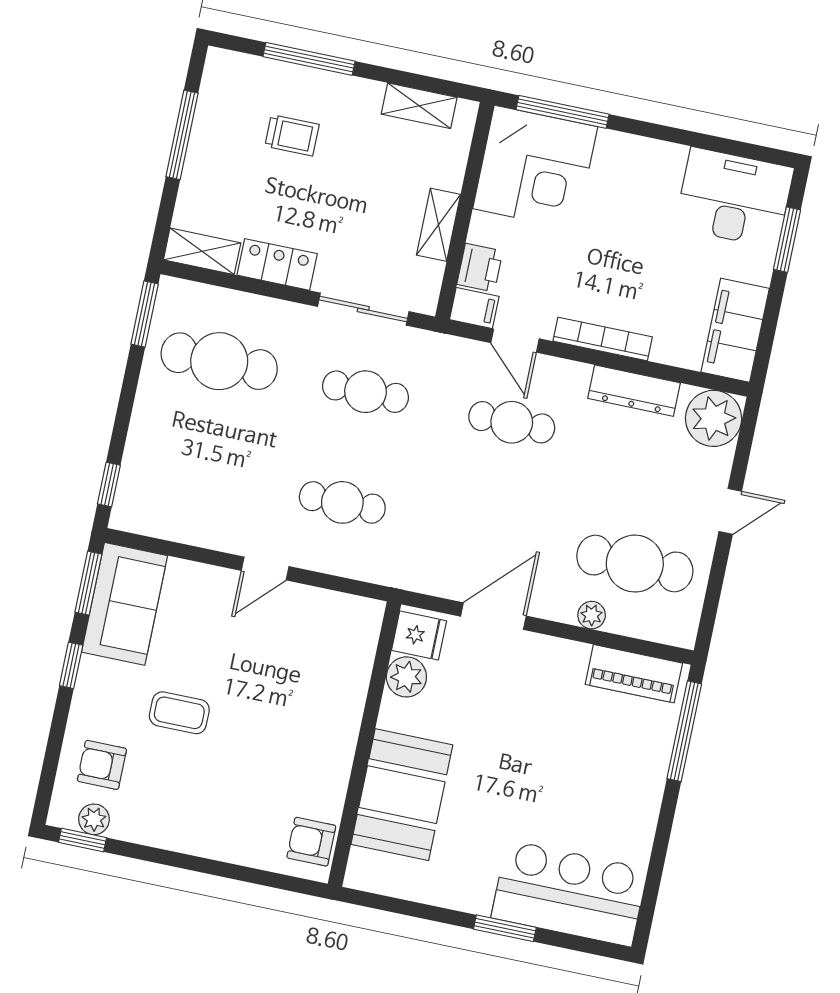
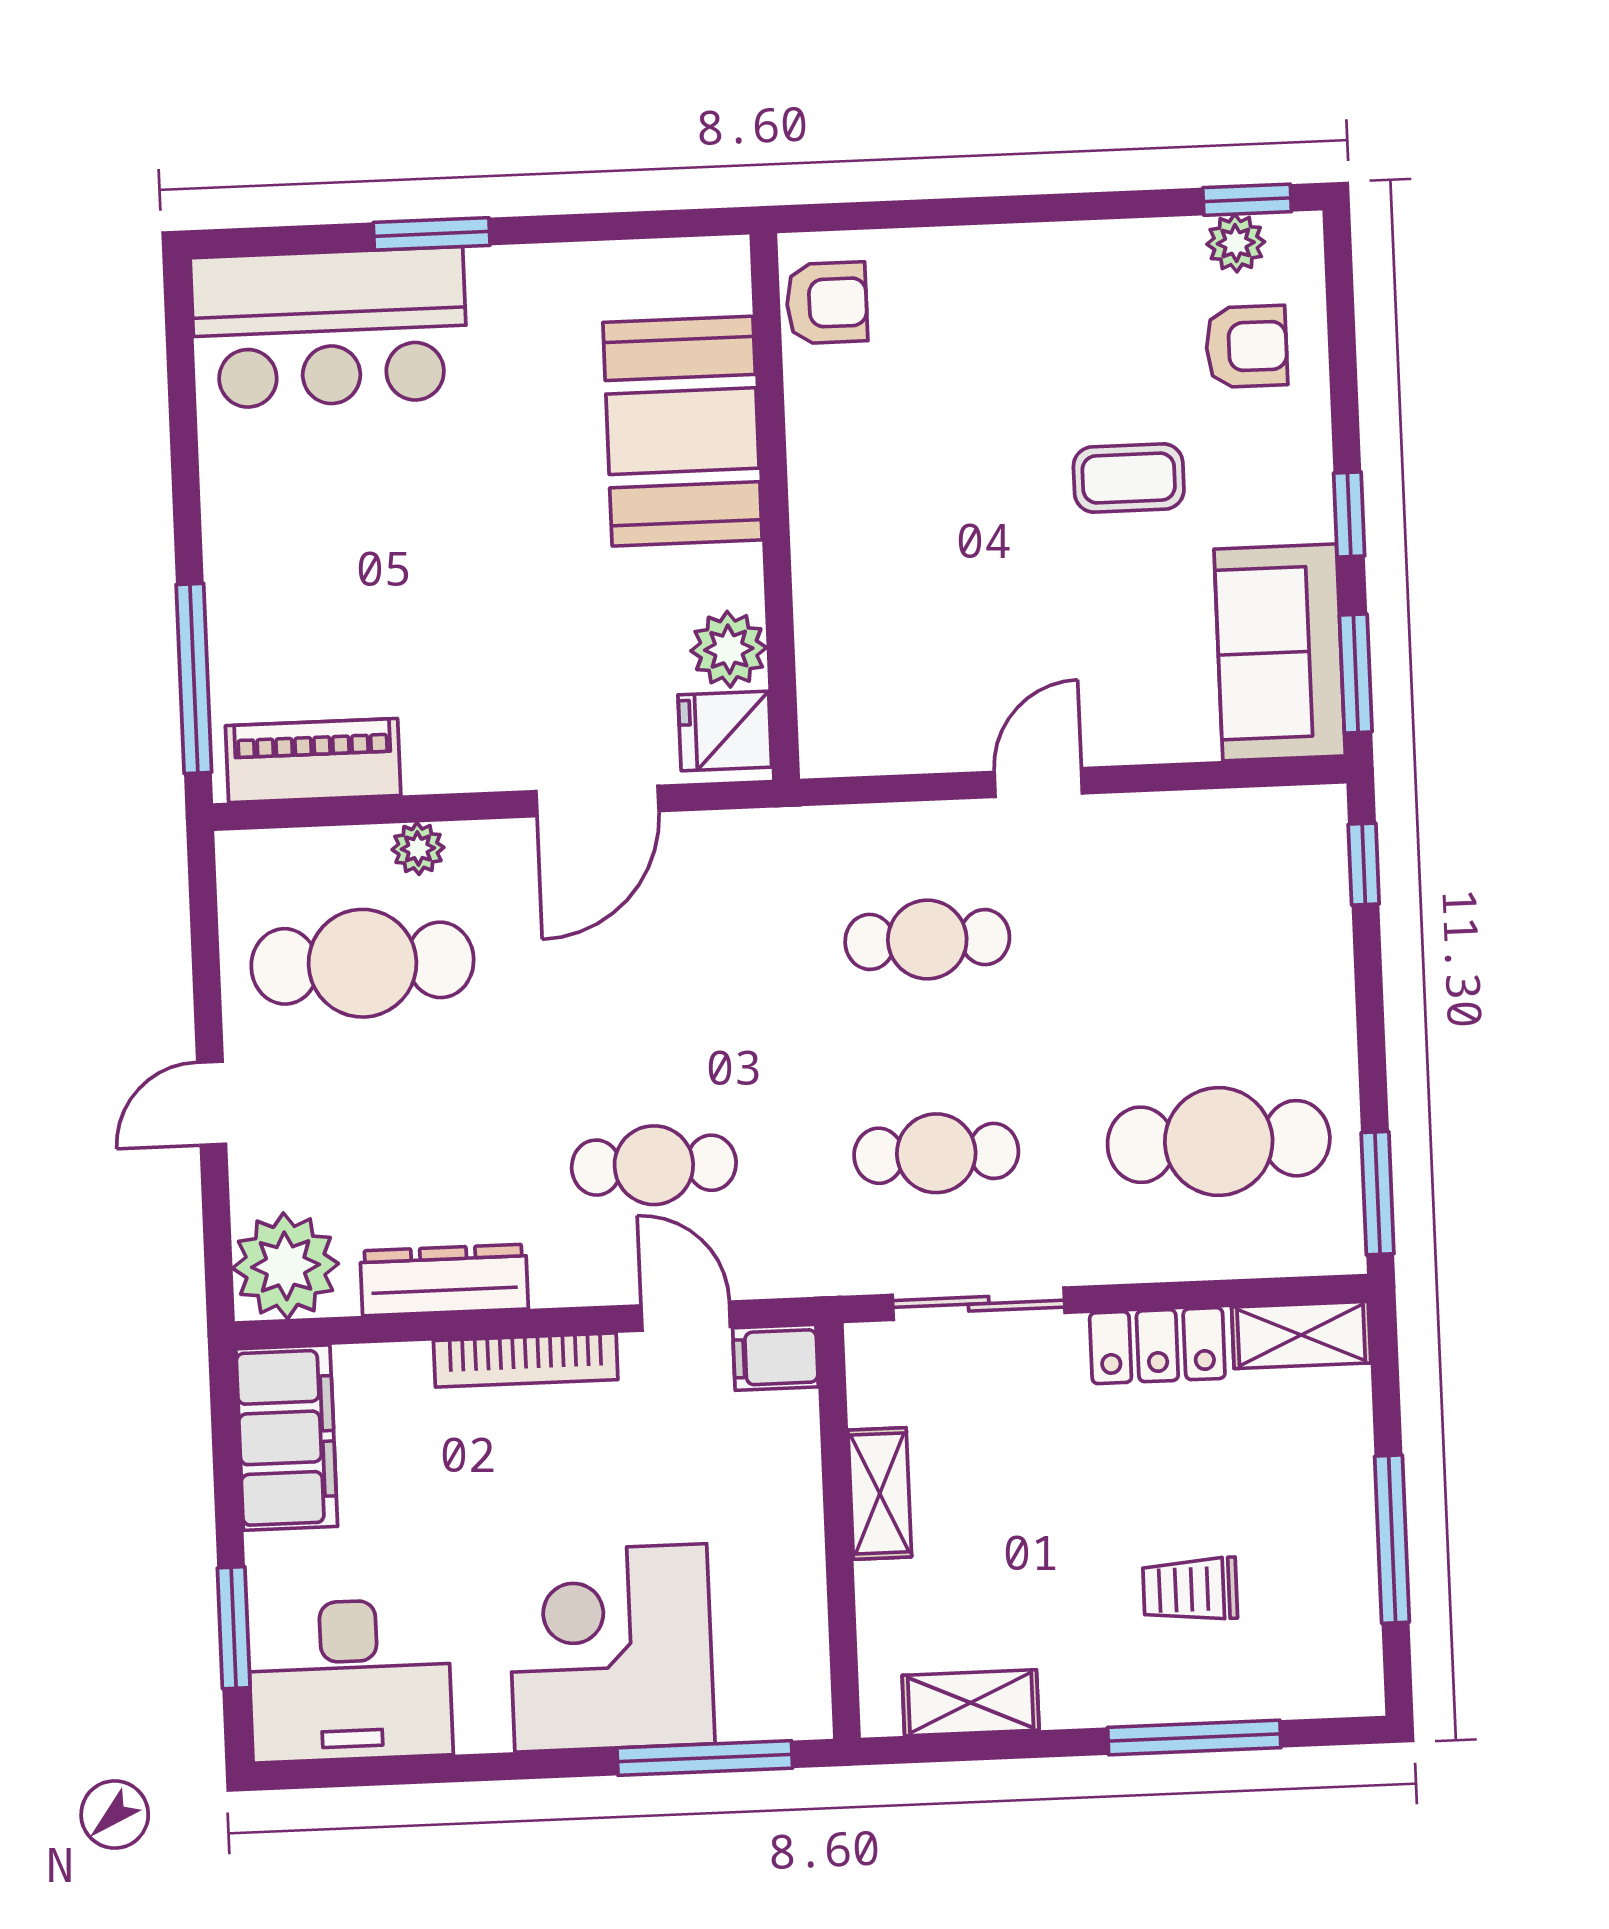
corner desk: (535, 168) -> (611, 1648), moved
printer: (480, 268) -> (784, 1434), removed

